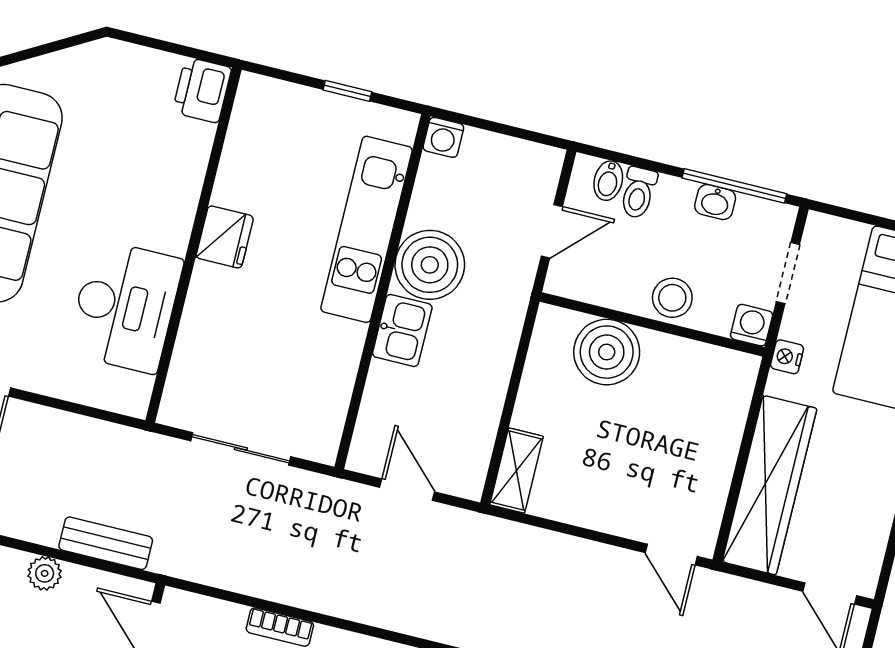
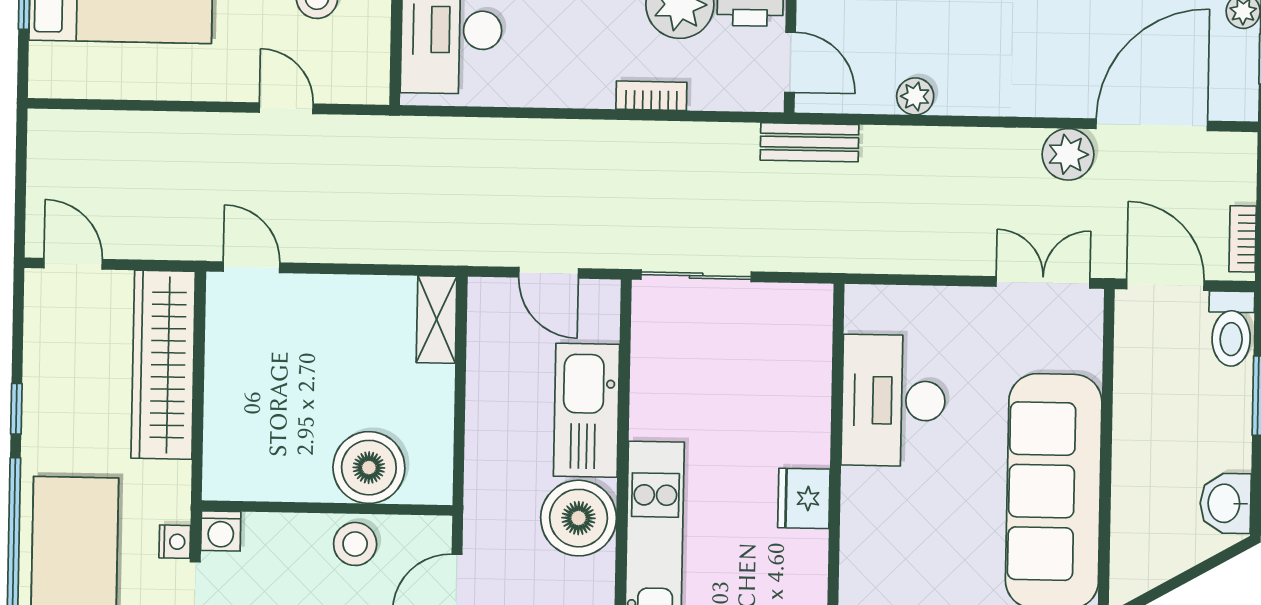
stool: (672, 298) -> (355, 544), moved
kitchen sink: (402, 330) -> (587, 410), width x1.88, depth x1.24
nightstand: (787, 357) -> (175, 542), moved
sliding door: (241, 449) -> (696, 276), moved
bench: (106, 543) -> (809, 142), moved

